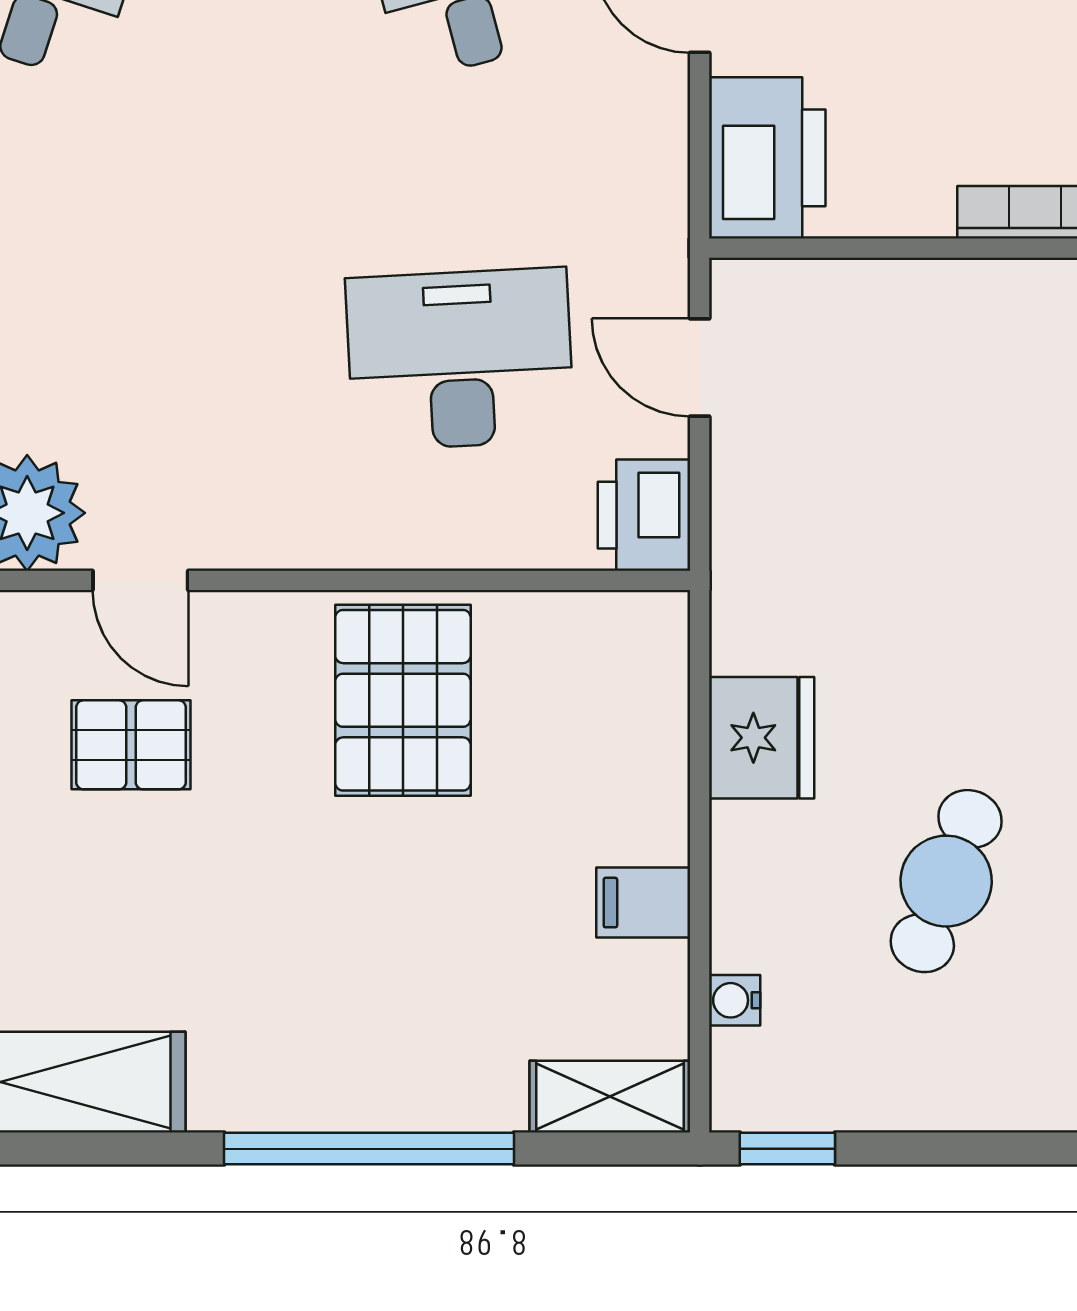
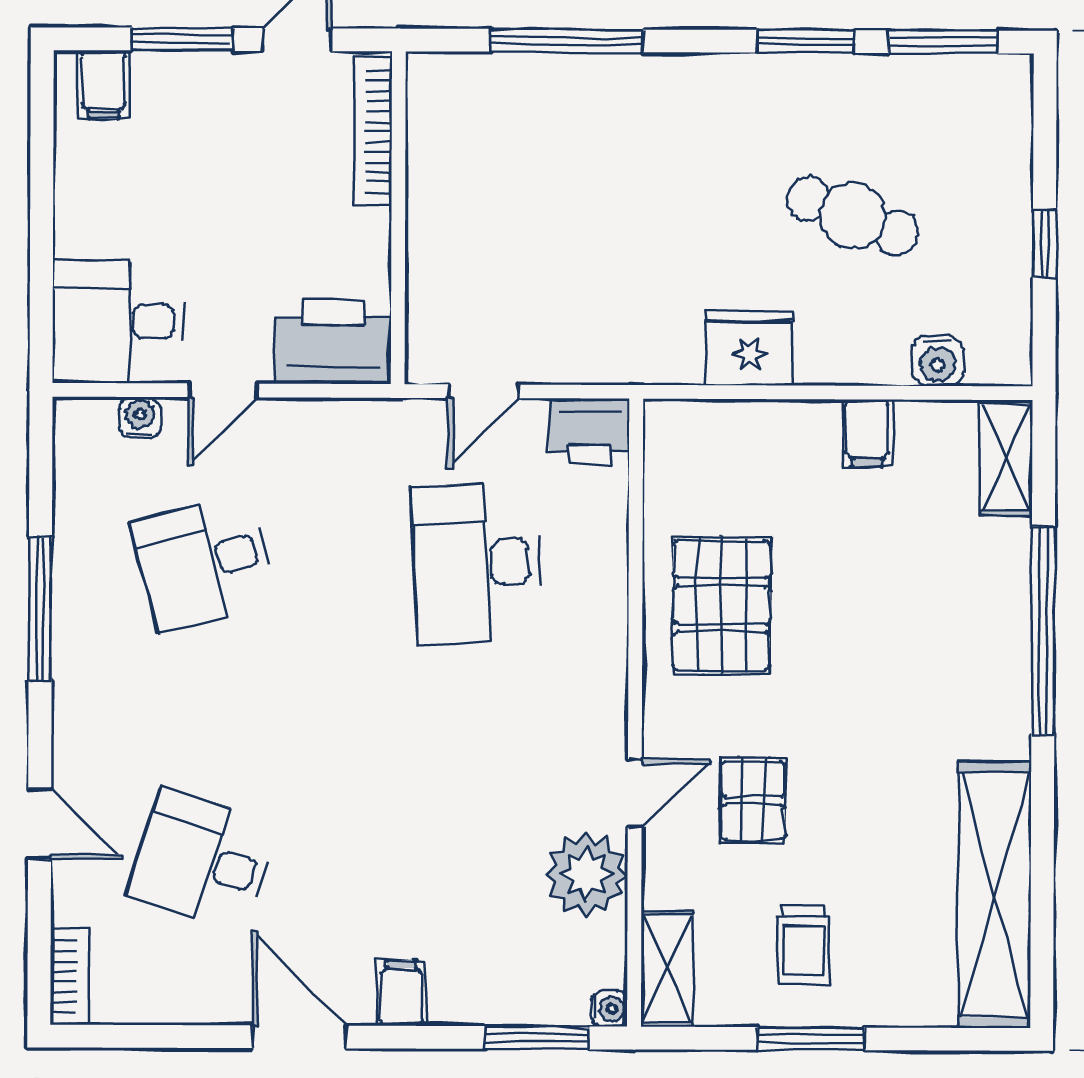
pallet: (403, 700) -> (721, 605), turned 90
water cooler: (735, 1000) -> (938, 361), width x1.38, depth x1.38
window: (787, 1149) -> (1044, 244), moved

